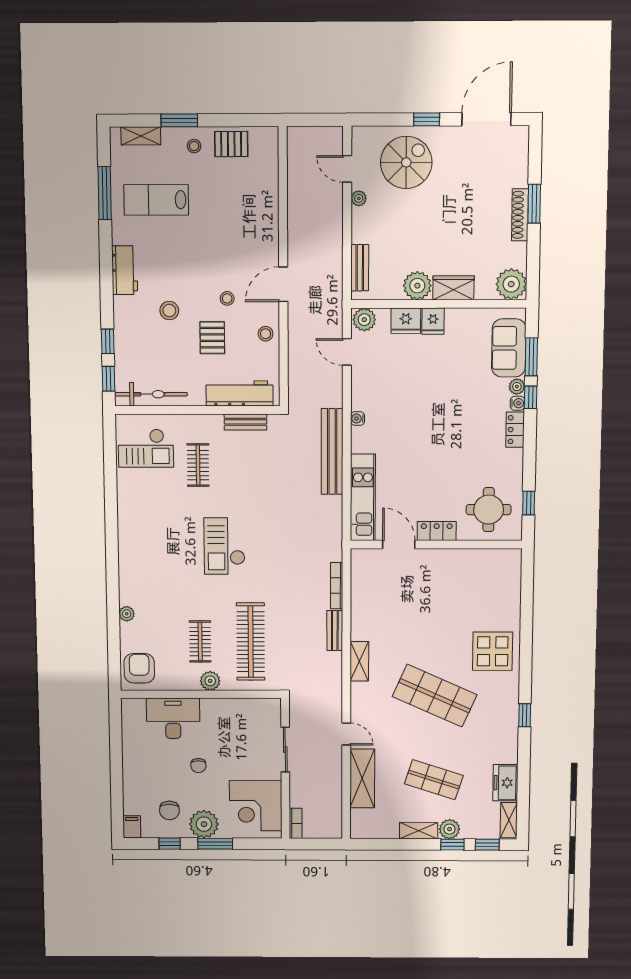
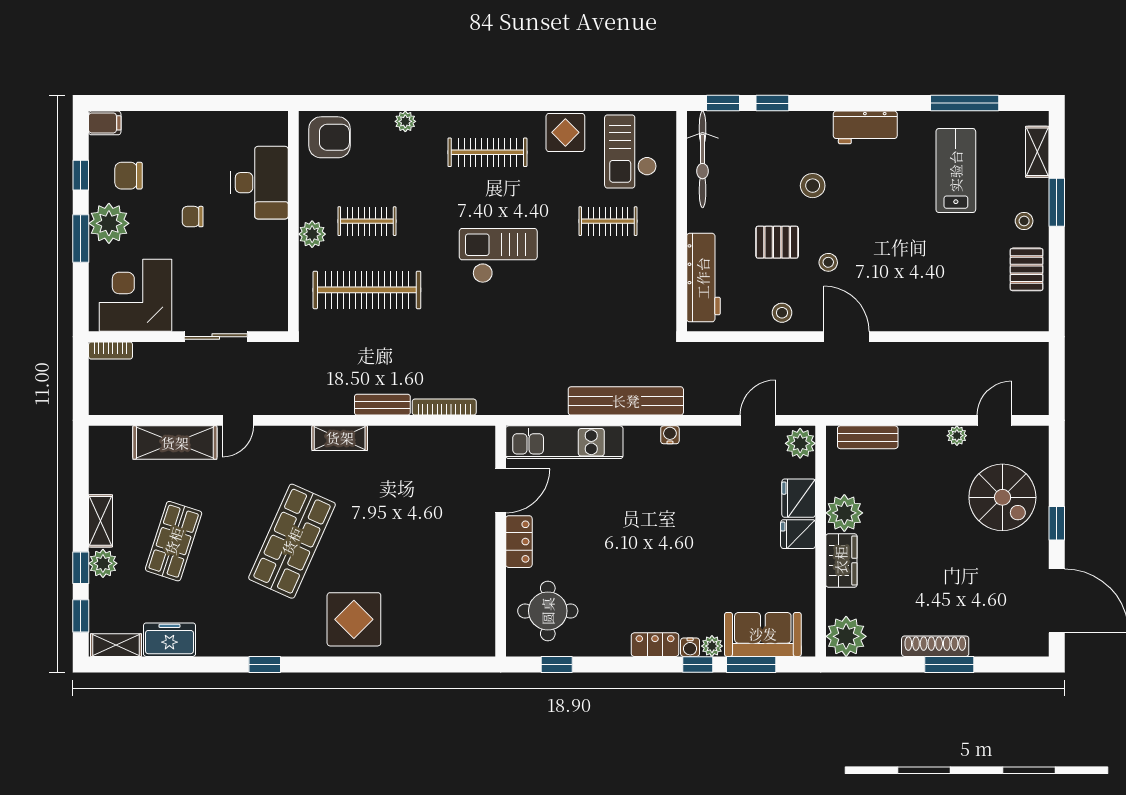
bench: (245, 422) -> (666, 285), removed
display table: (133, 497) -> (565, 132), added
clothes rail: (148, 554) -> (487, 152), added

